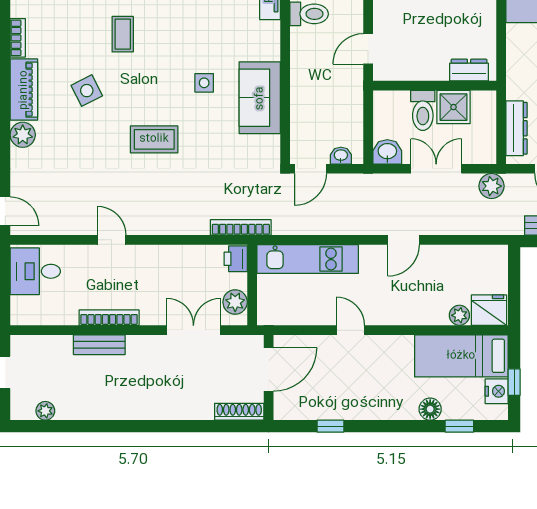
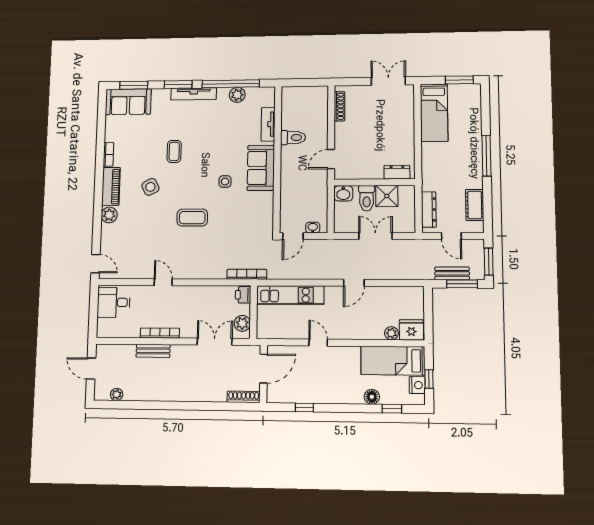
sofa: (260, 98) -> (261, 168), moved
washbasin: (387, 152) -> (343, 193), moved, turned 180
plant: (492, 186) -> (412, 247), removed

